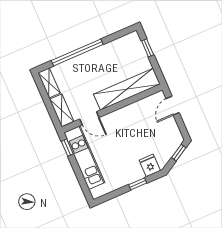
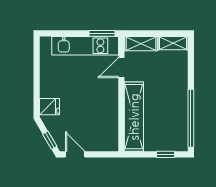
window: (77, 52) -> (191, 118), moved
door: (173, 106) -> (75, 154), moved
window: (67, 148) -> (102, 33), width x1.50
window: (138, 184) -> (37, 87), removed

